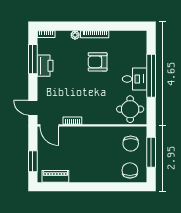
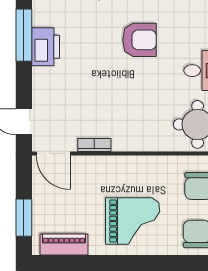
armchair: (98, 62) -> (139, 40), turned 180
grand piano: (94, 163) -> (133, 221), added

